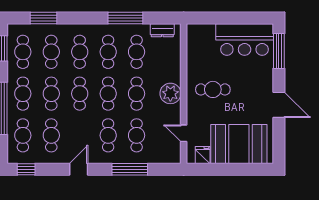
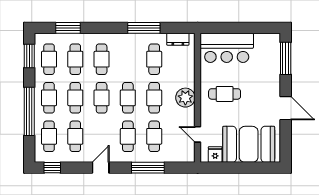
bar counter: (245, 40) -> (227, 48), moved
cafe table: (108, 52) -> (128, 59), removed

